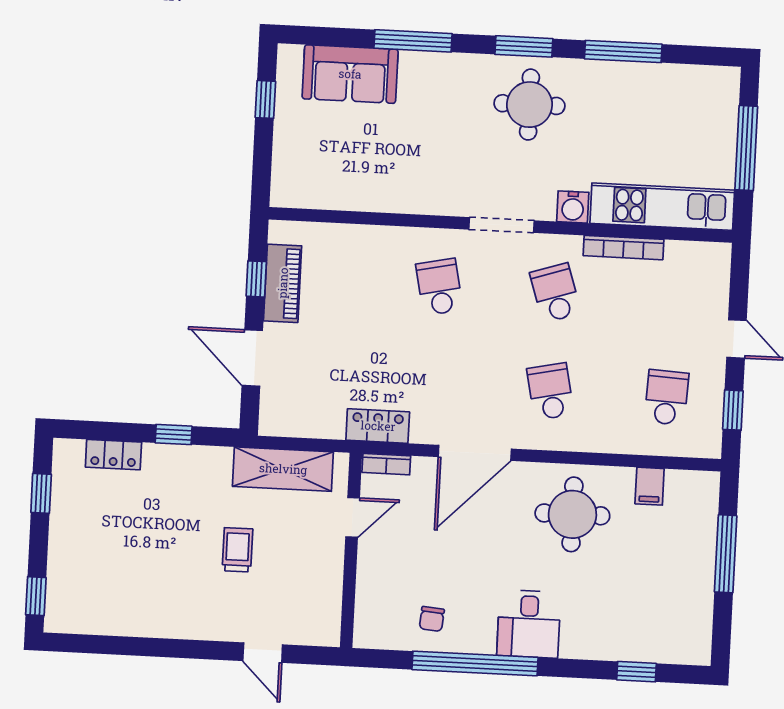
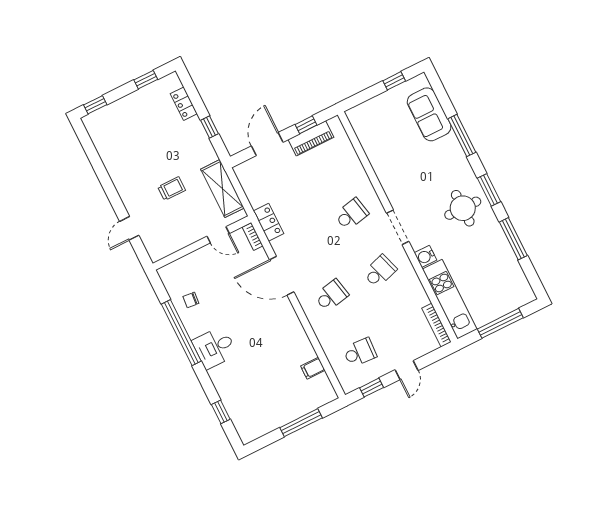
bookcase: (624, 248) -> (436, 325), moved
round table: (572, 514) -> (279, 339), removed

